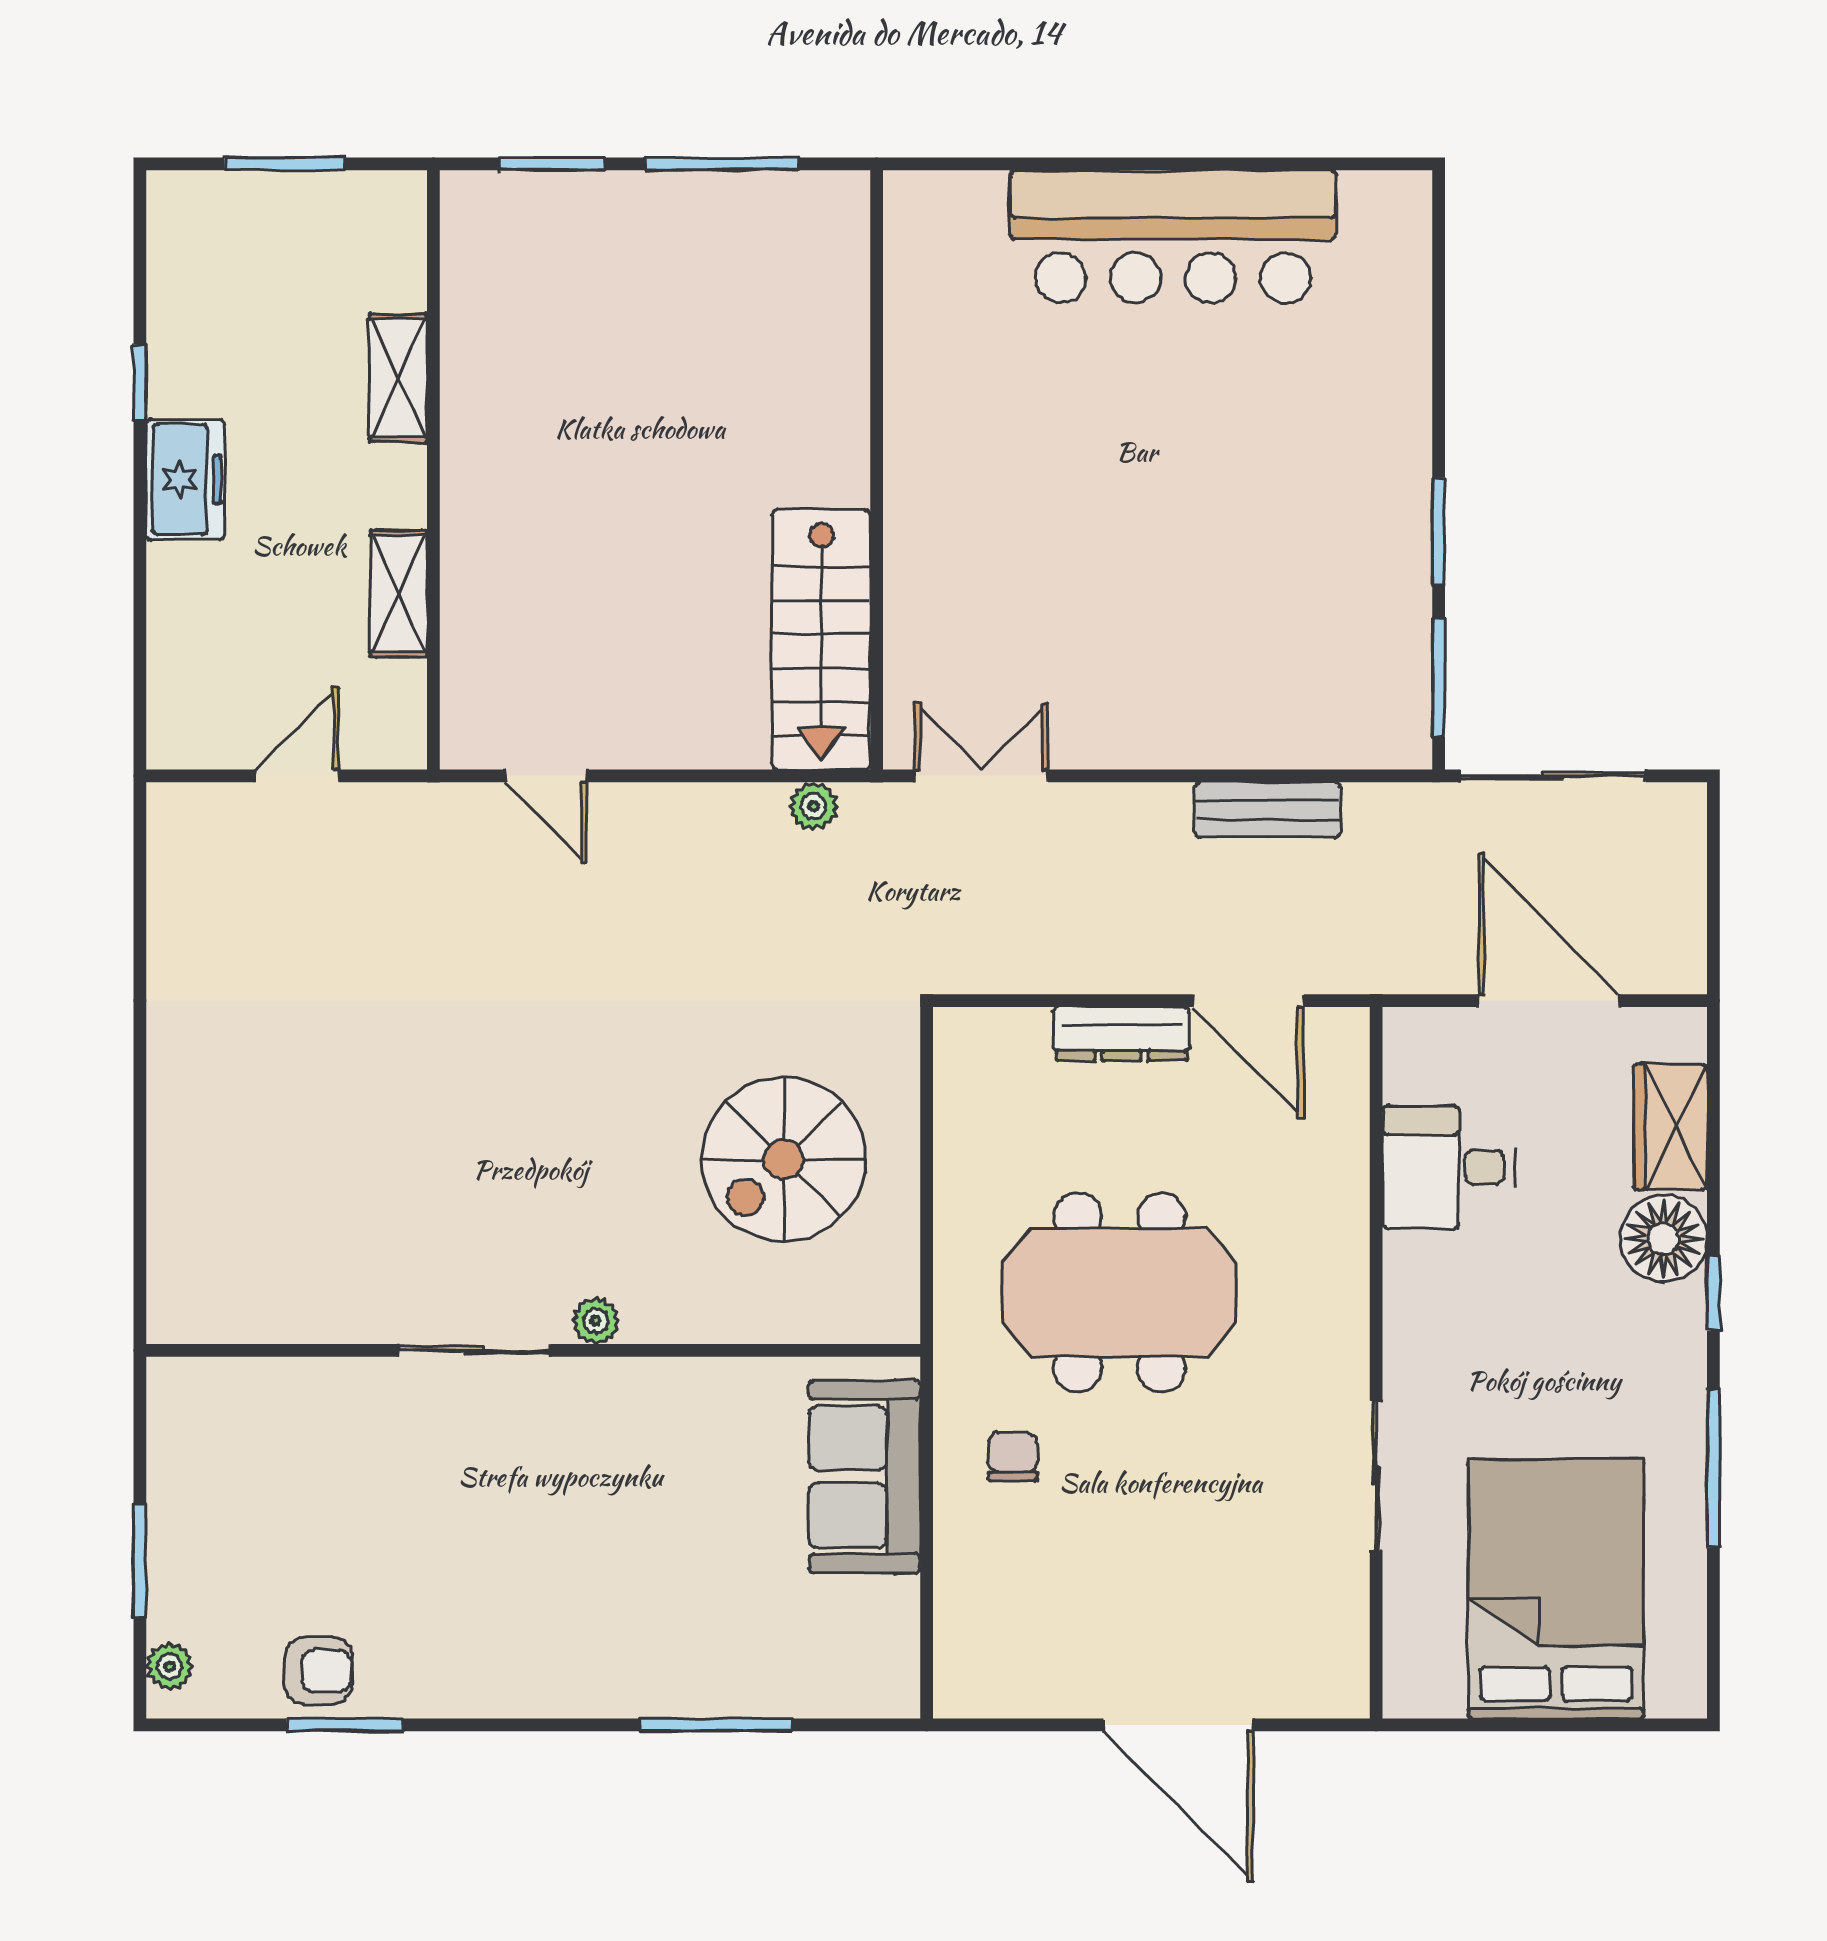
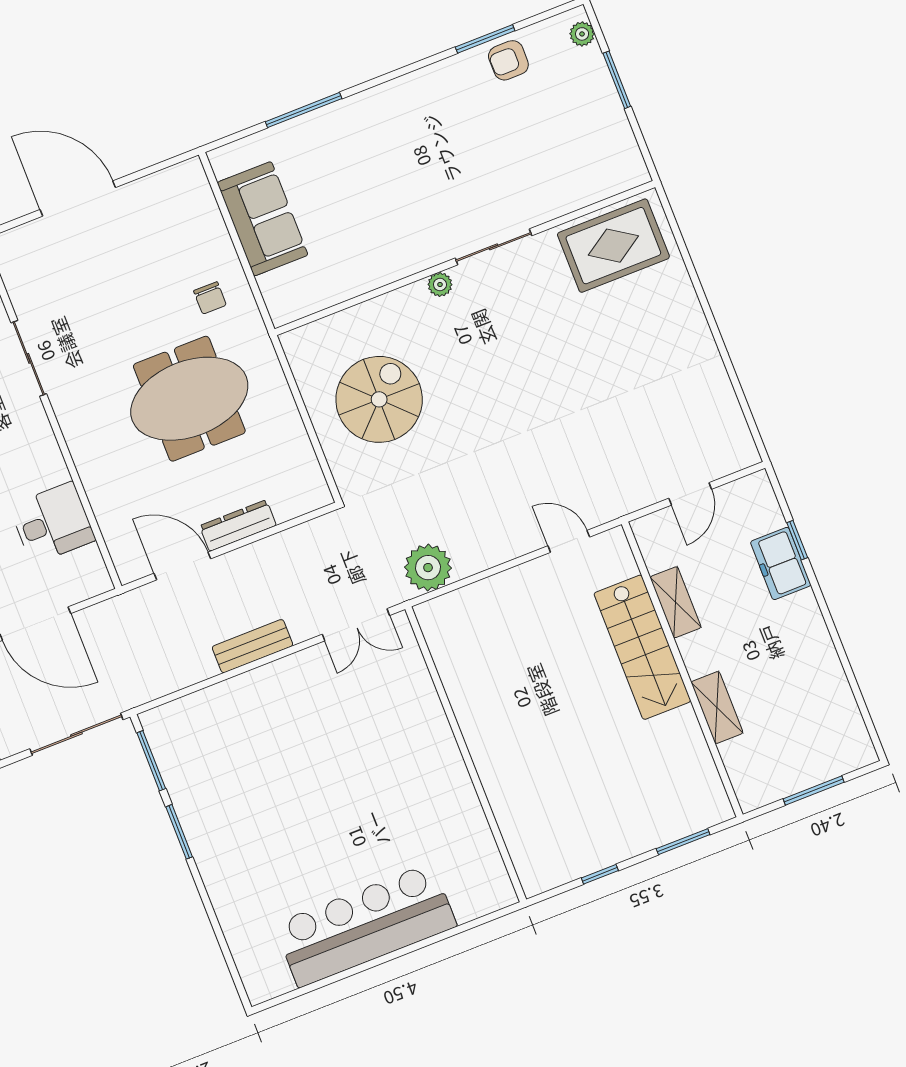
window: (722, 164) -> (600, 874), width x0.46
window: (140, 383) -> (797, 540), moved
freezer: (185, 480) -> (781, 563), moved
stairs: (821, 639) -> (642, 647), moved, turned 180
plant: (814, 806) -> (428, 568), width x1.88, depth x1.88
bench: (1268, 810) -> (252, 646), moved
rug: (261, 1269) -> (613, 246), added
sofa: (865, 1477) -> (263, 219), moved

